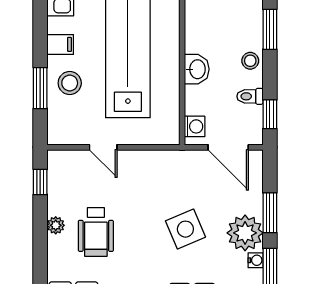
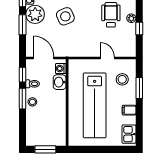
window: (270, 29) -> (22, 99), moved
washbasin: (197, 69) -> (60, 82), moved
stool: (70, 83) -> (122, 79), moved
window: (40, 182) -> (139, 29), moved

